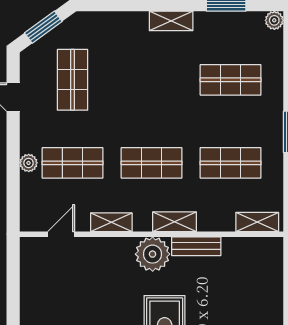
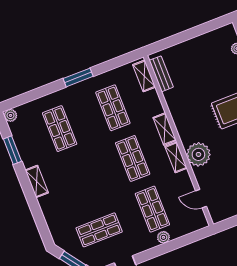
shelving: (111, 222) -> (176, 157), moved
bench: (196, 246) -> (161, 74), moved
plant: (153, 254) -> (198, 154), moved

